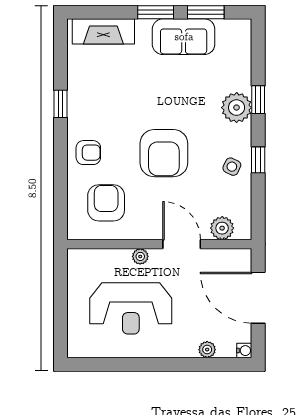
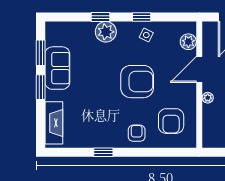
armchair: (106, 203) -> (171, 121), turned -90

